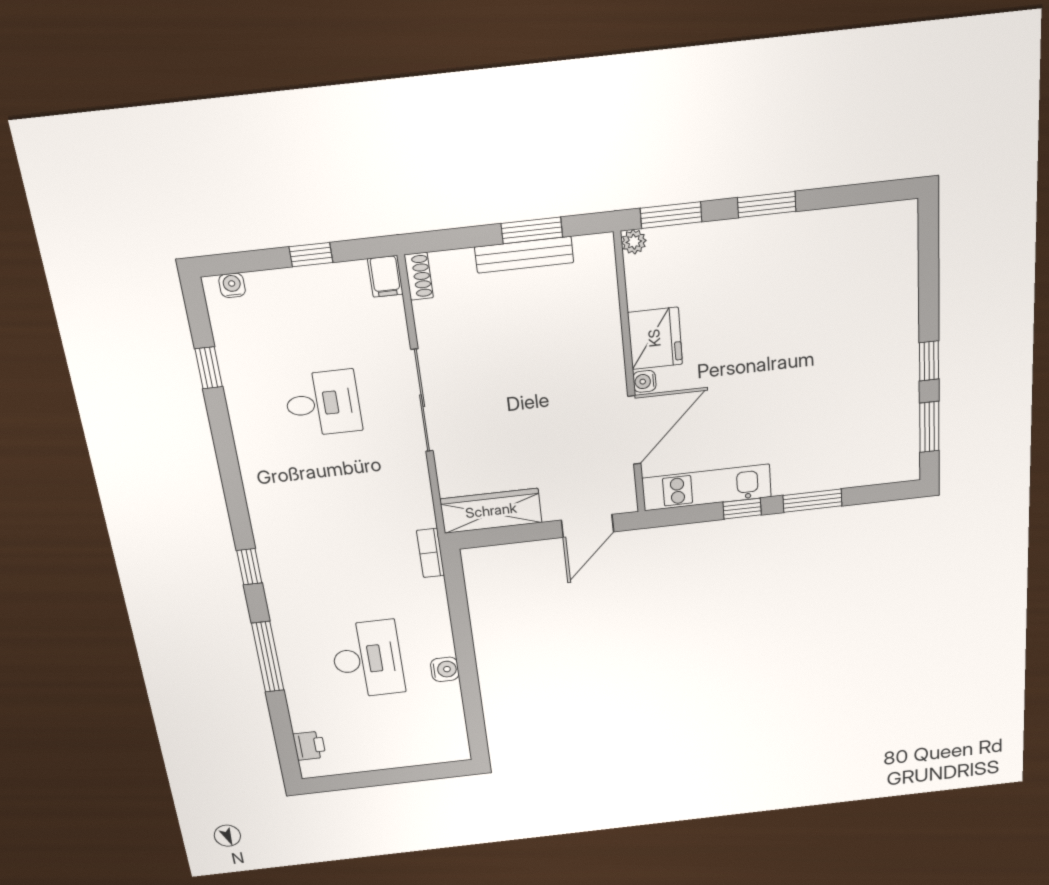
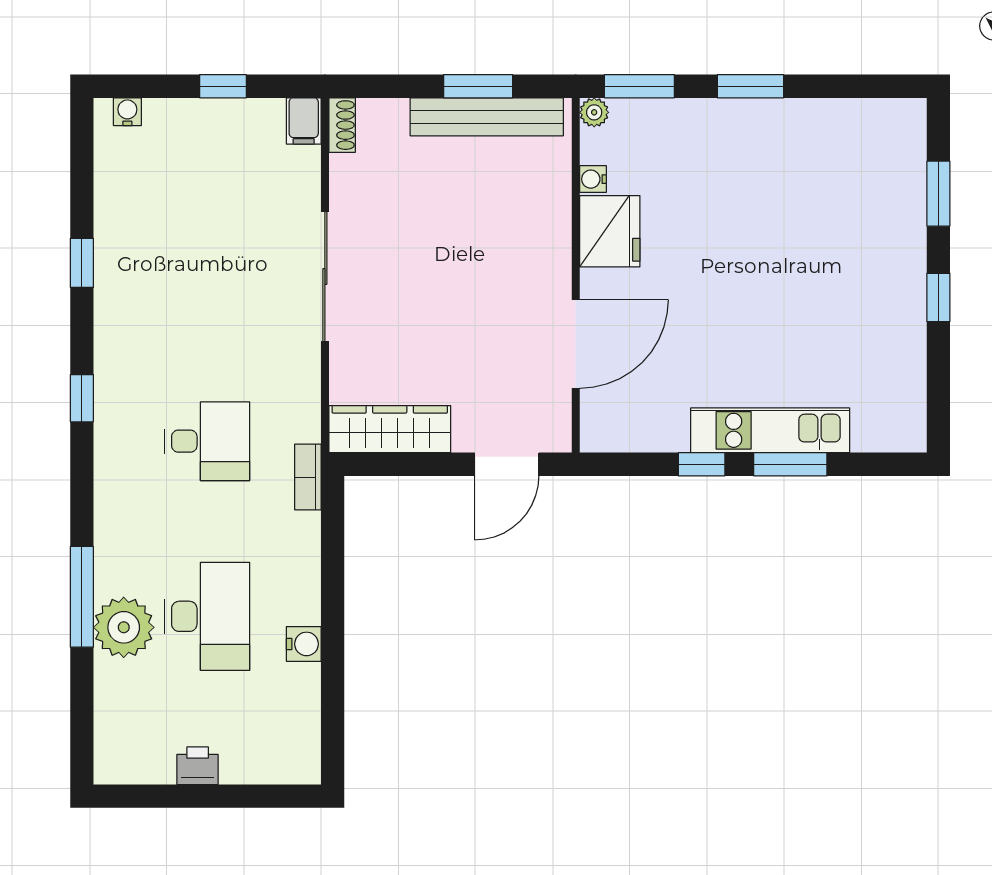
bench: (524, 255) -> (487, 117), width x1.37, depth x1.21
window: (209, 368) -> (82, 263), moved
water cooler: (644, 381) -> (593, 179), moved
desk: (323, 403) -> (207, 441), moved
window: (929, 427) -> (938, 194), moved
kitchen unit: (707, 487) -> (770, 430), moved
window: (249, 567) -> (82, 398), moved
plant: (304, 674) -> (124, 627), added
printer: (309, 746) -> (198, 766), moved, turned -90

